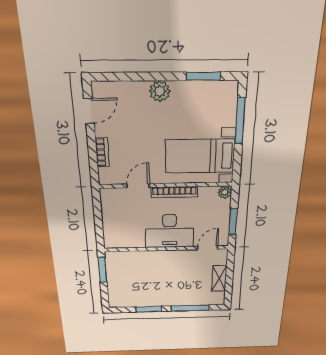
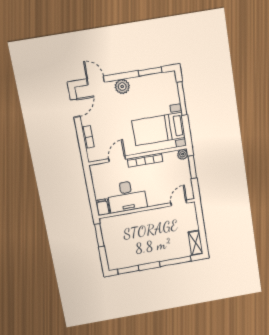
door: (123, 77) -> (96, 80), added
window: (233, 222) -> (192, 167), moved
desk: (170, 231) -> (127, 196), moved
filing cabinet: (111, 240) -> (103, 207), added
shelving: (219, 278) -> (196, 243), moved
window: (149, 309) -> (128, 270), moved

